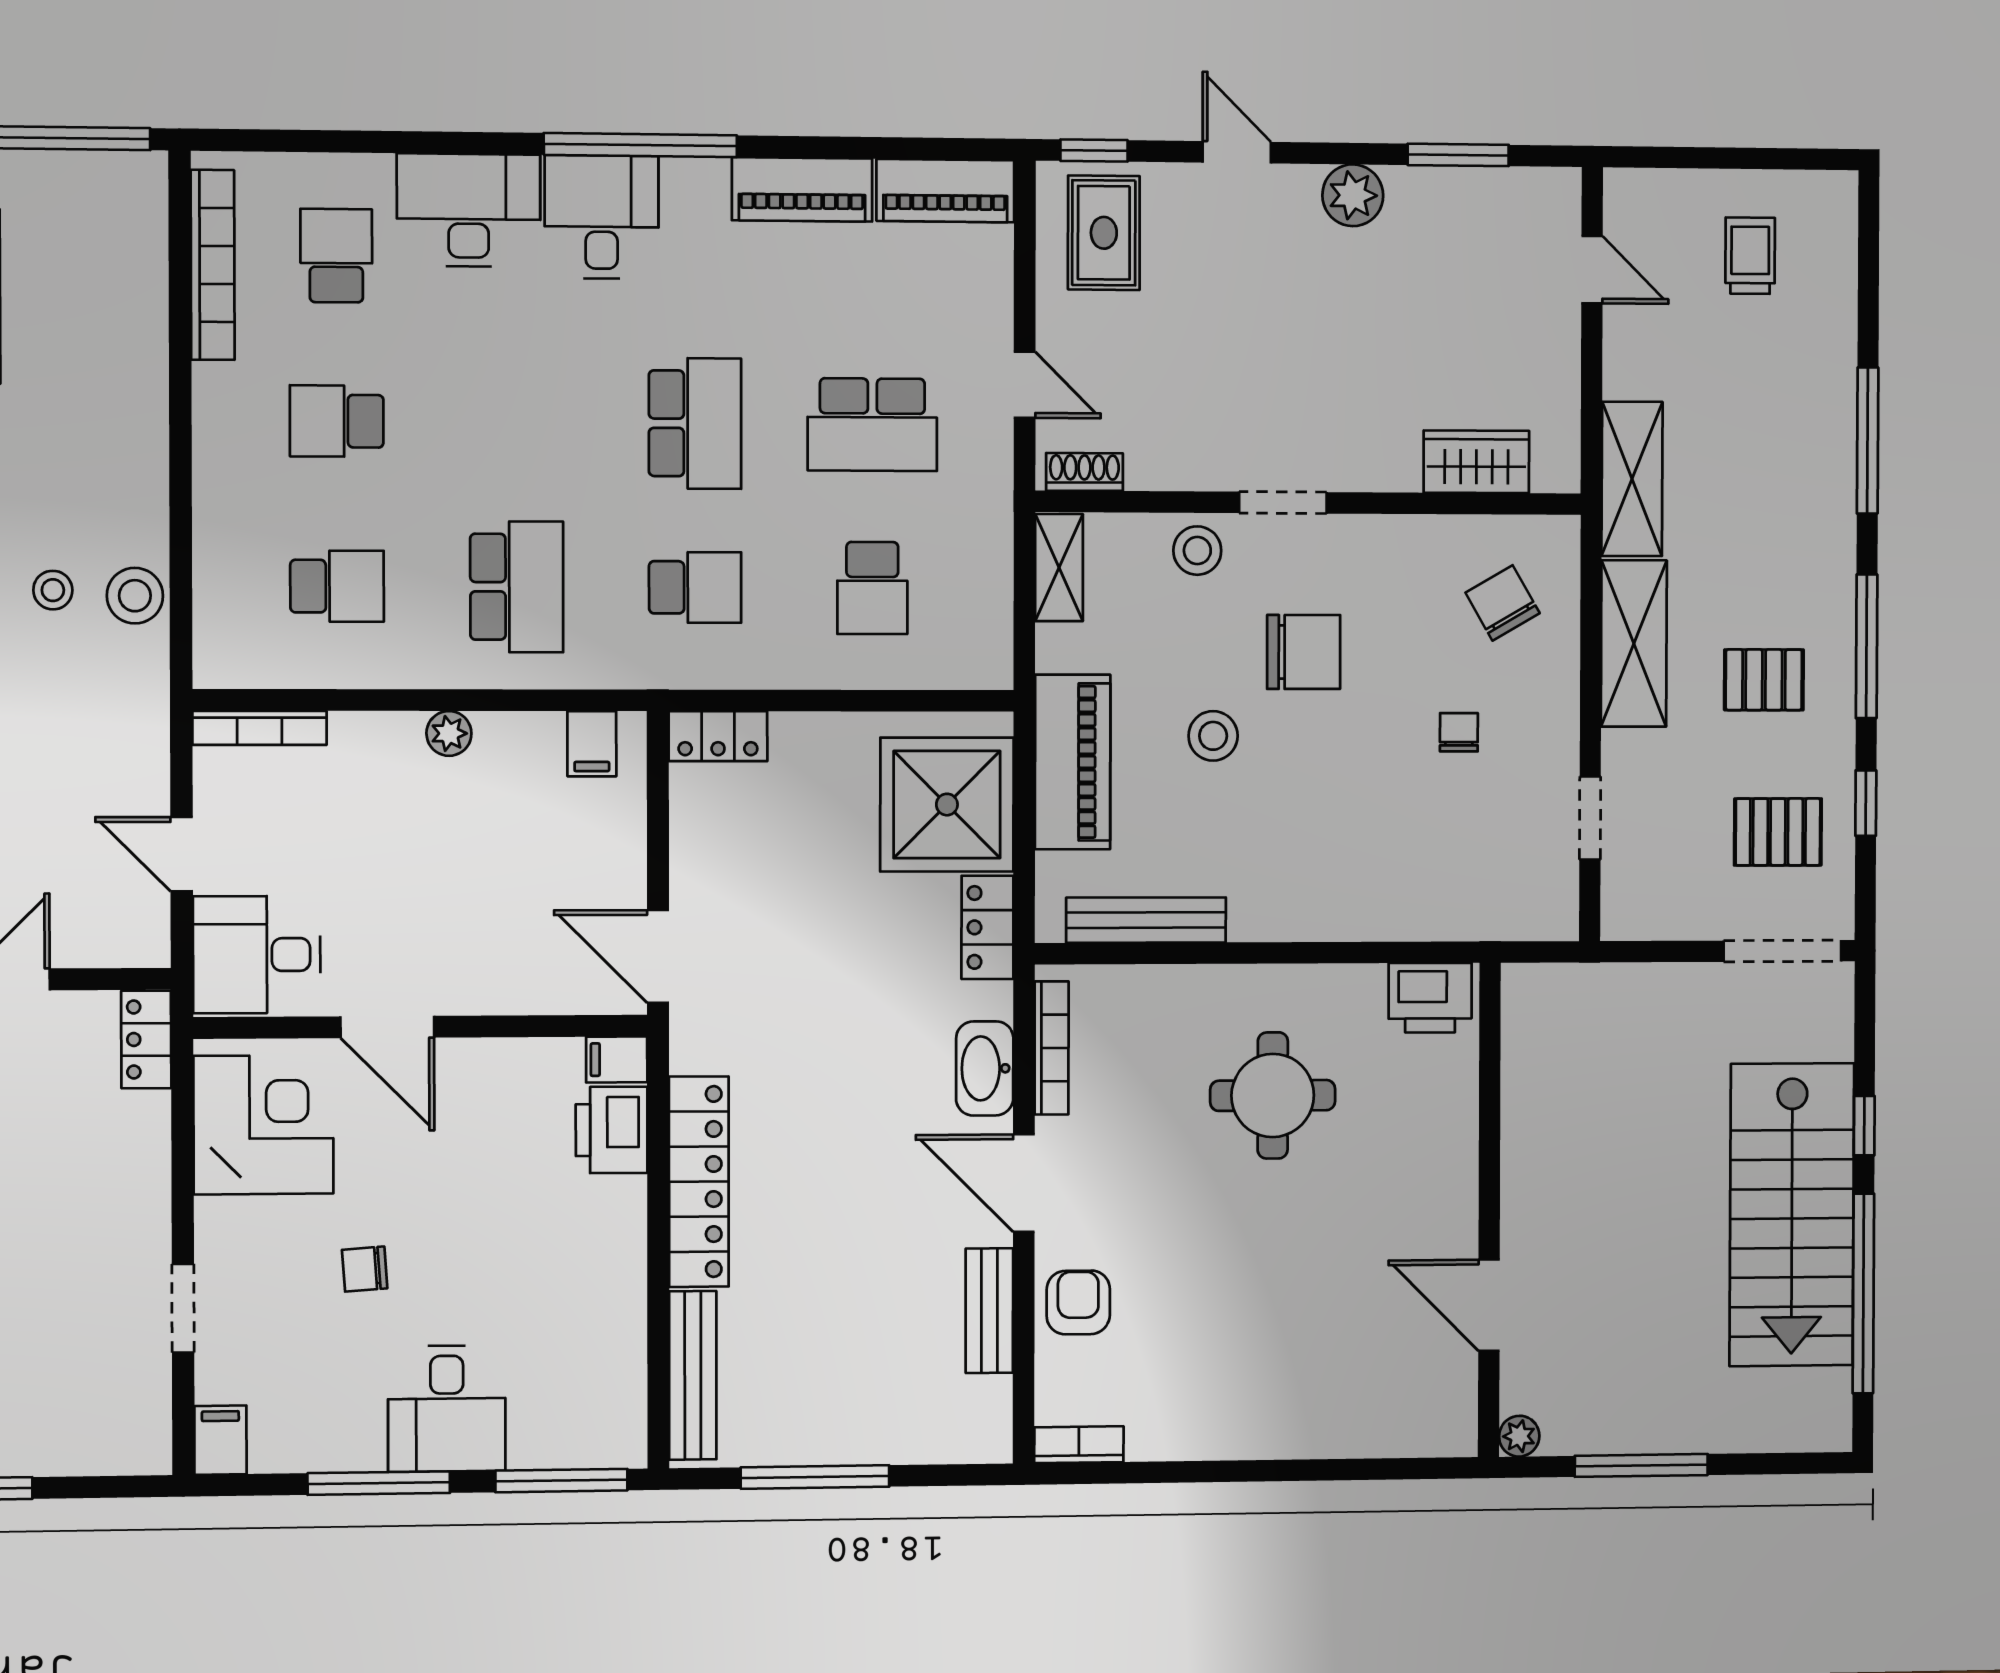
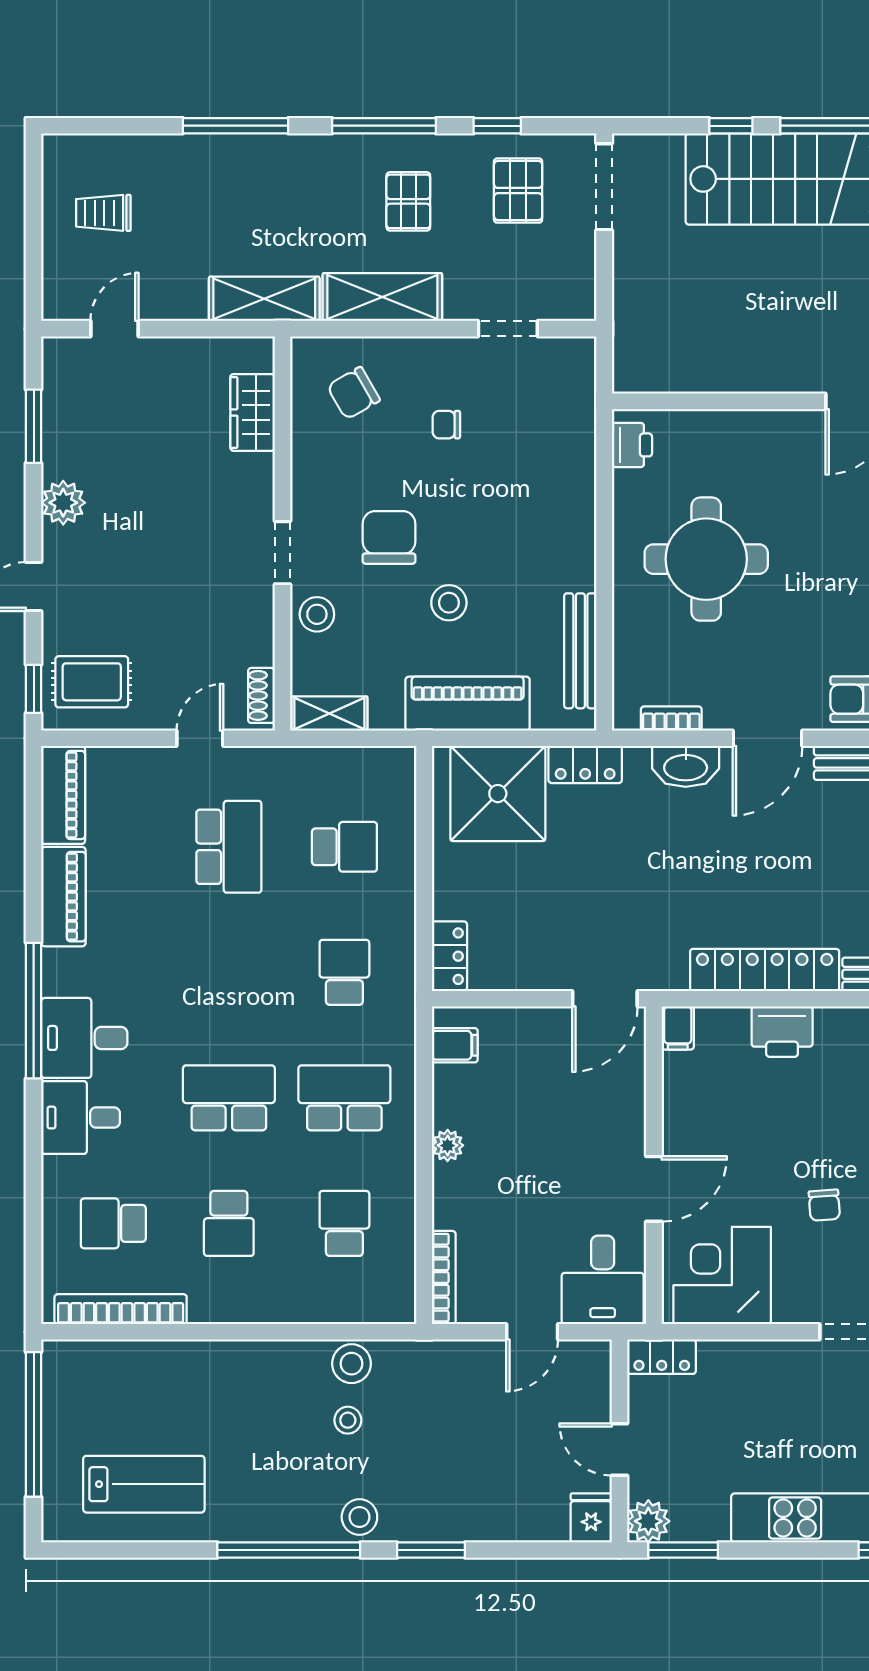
desk: (469, 210) -> (81, 1118), width x0.73
school desk: (695, 423) -> (229, 1098), moved
printer: (1430, 998) -> (632, 445), width x0.73, depth x0.81
bookcase: (1052, 1048) -> (671, 719), width x0.64
round table: (1273, 1095) -> (706, 559), width x1.36, depth x1.36
printer: (612, 1130) -> (782, 1032), moved

